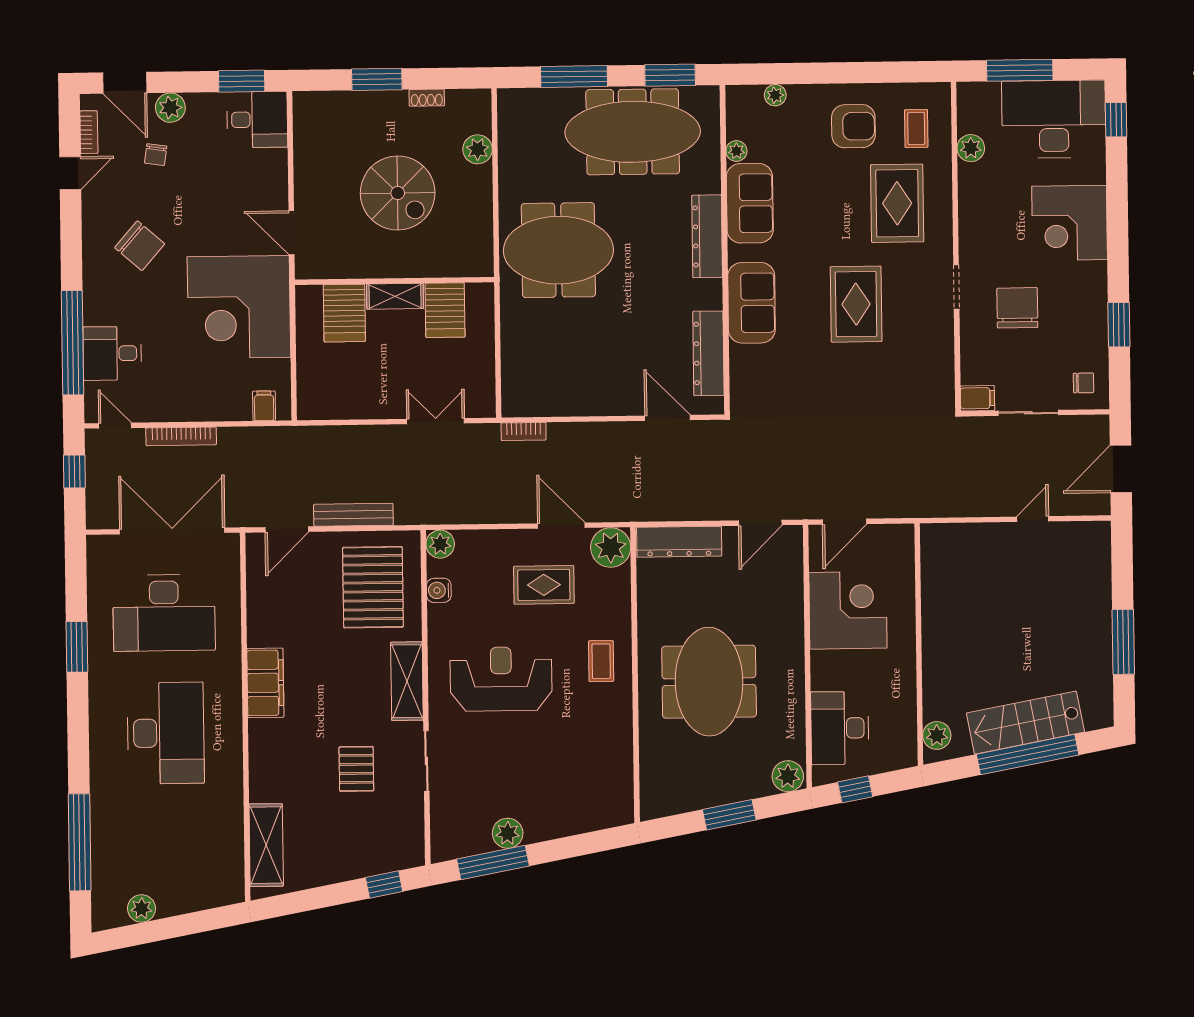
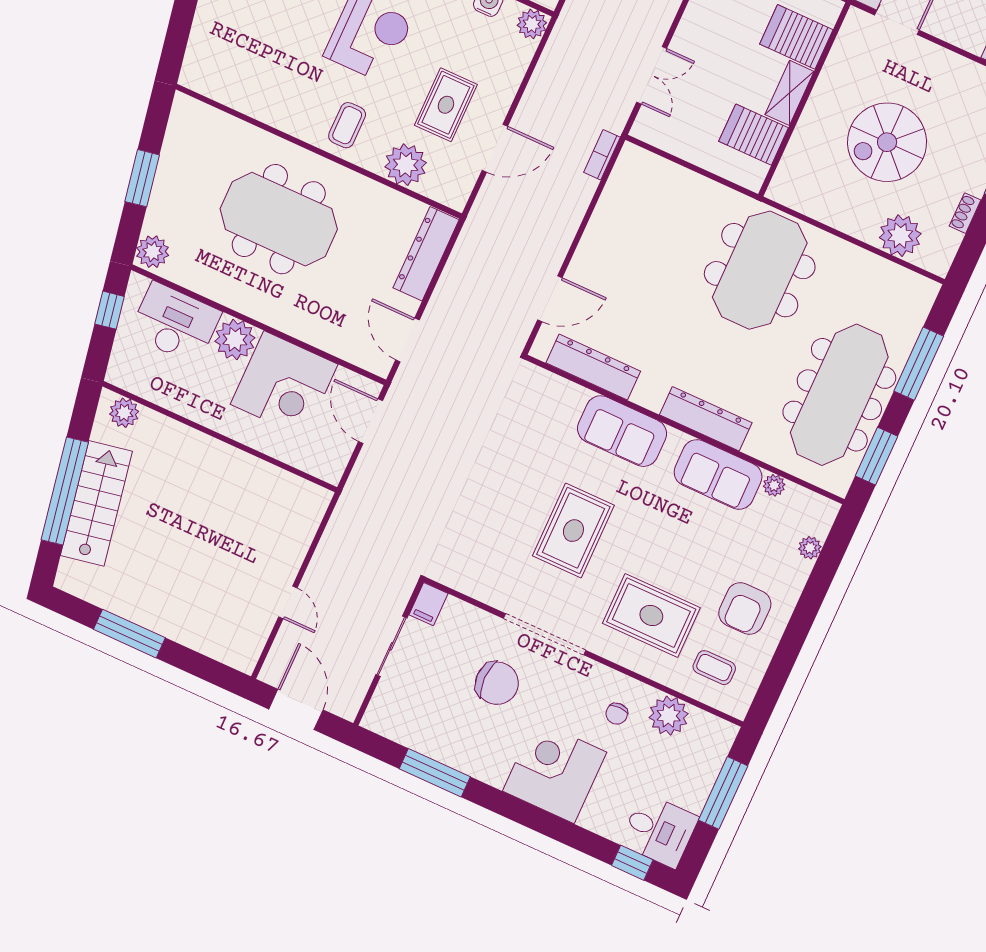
desk: (1054, 119) -> (659, 830), width x0.53, depth x0.77
plant: (971, 148) -> (669, 716), width x1.36, depth x1.36
plant: (478, 149) -> (900, 236), width x1.36, depth x1.36
doorway: (956, 287) -> (545, 634), width x1.87
rug: (856, 304) -> (573, 531), turned 90
window: (1119, 325) -> (435, 773), width x1.44
chair: (1083, 383) -> (617, 714), moved
plant: (611, 548) -> (406, 165), moved
coffee table: (601, 661) -> (347, 125), turned 90
plant: (830, 670) -> (235, 340), added

